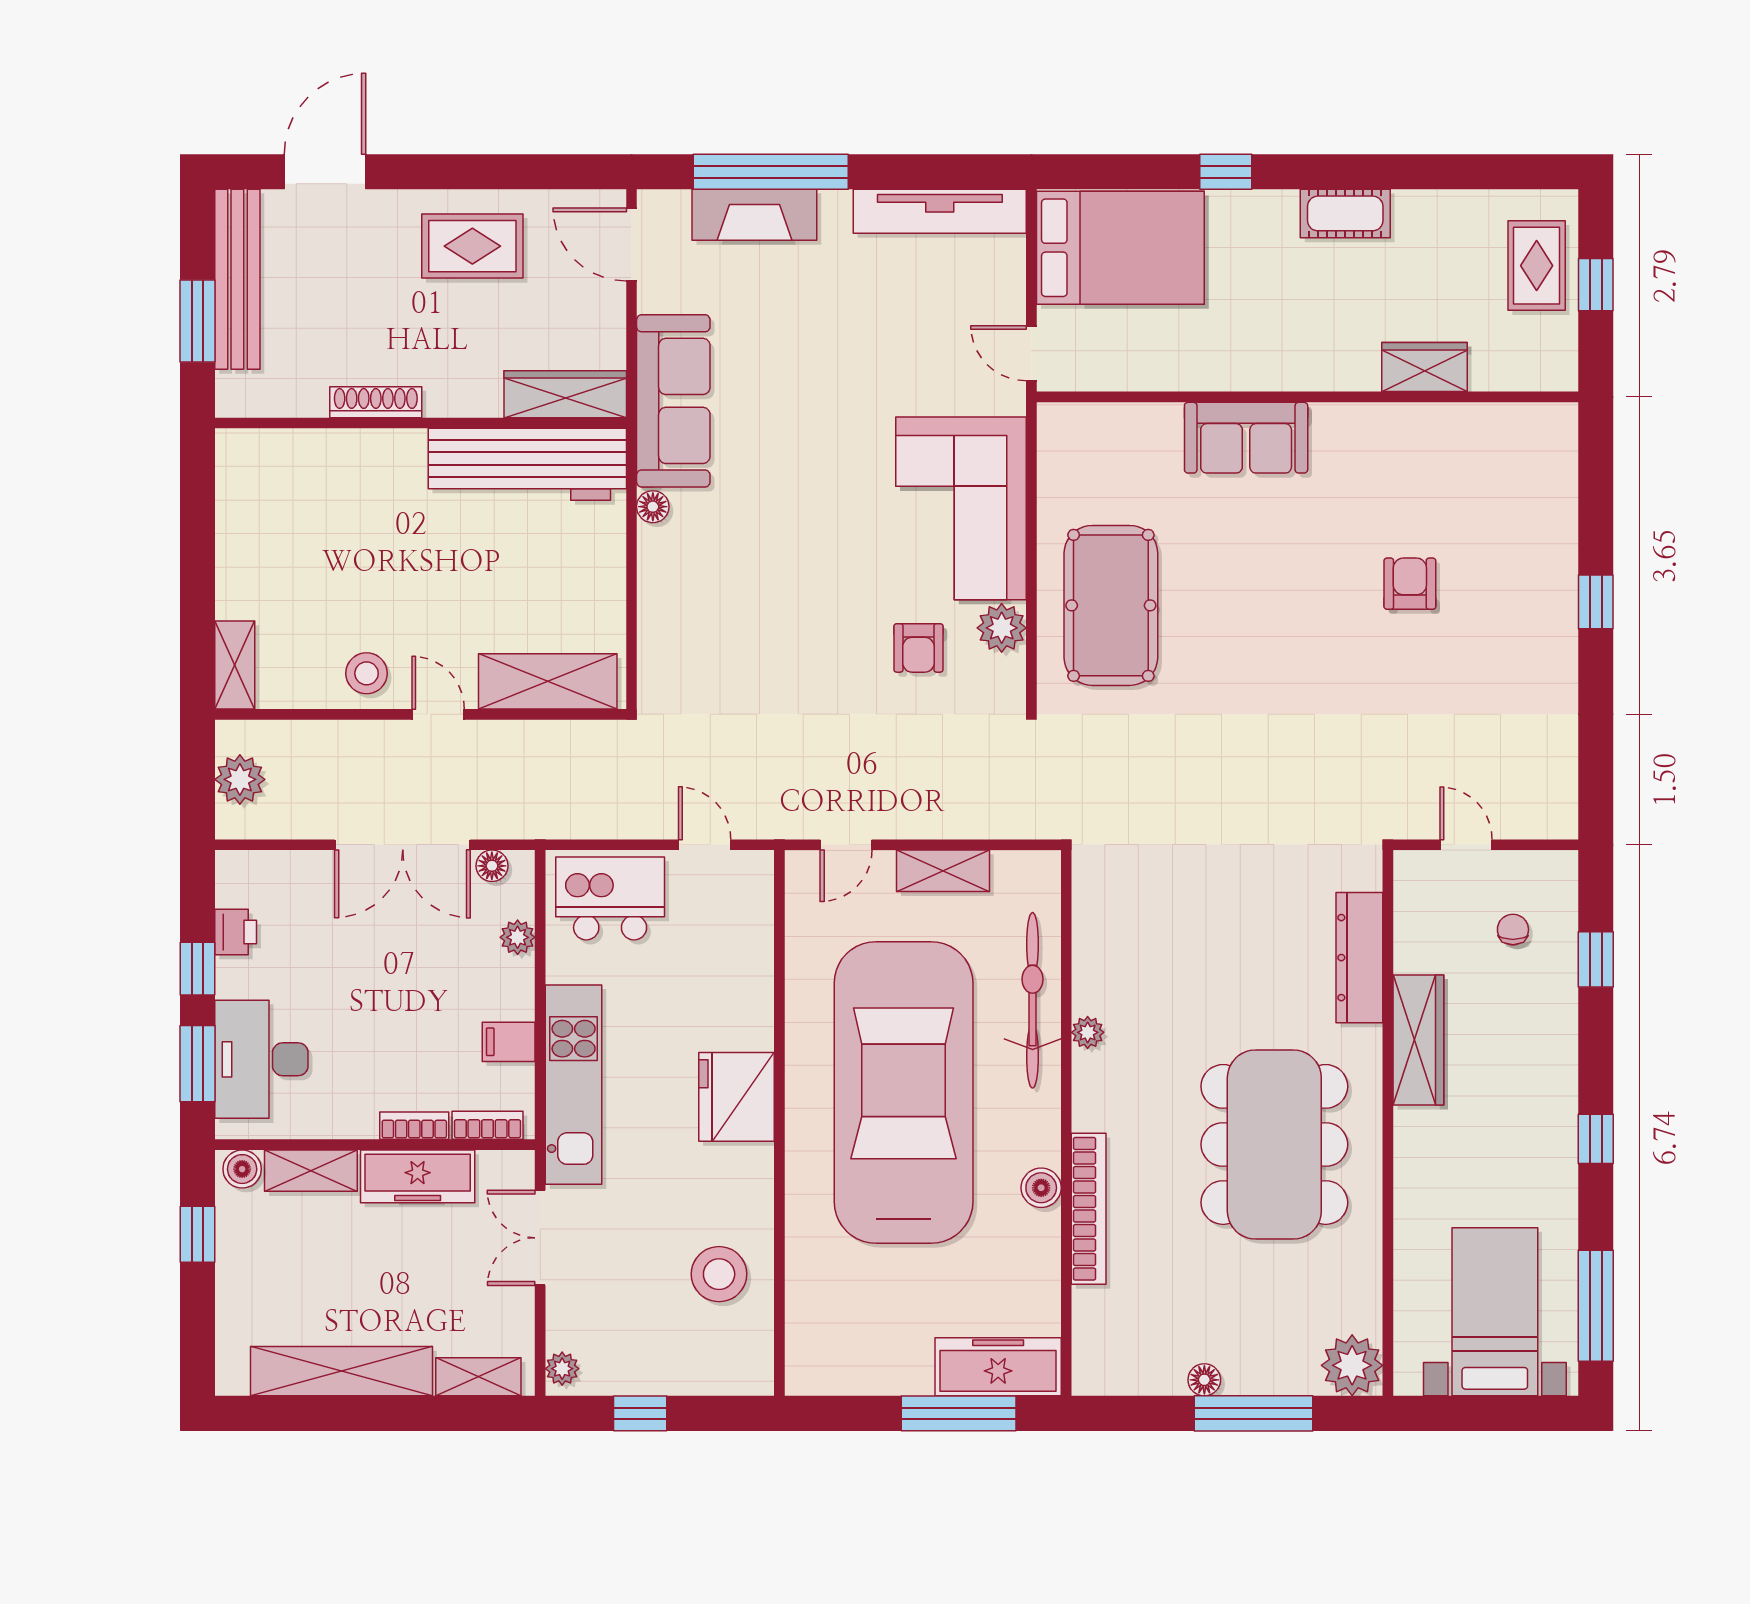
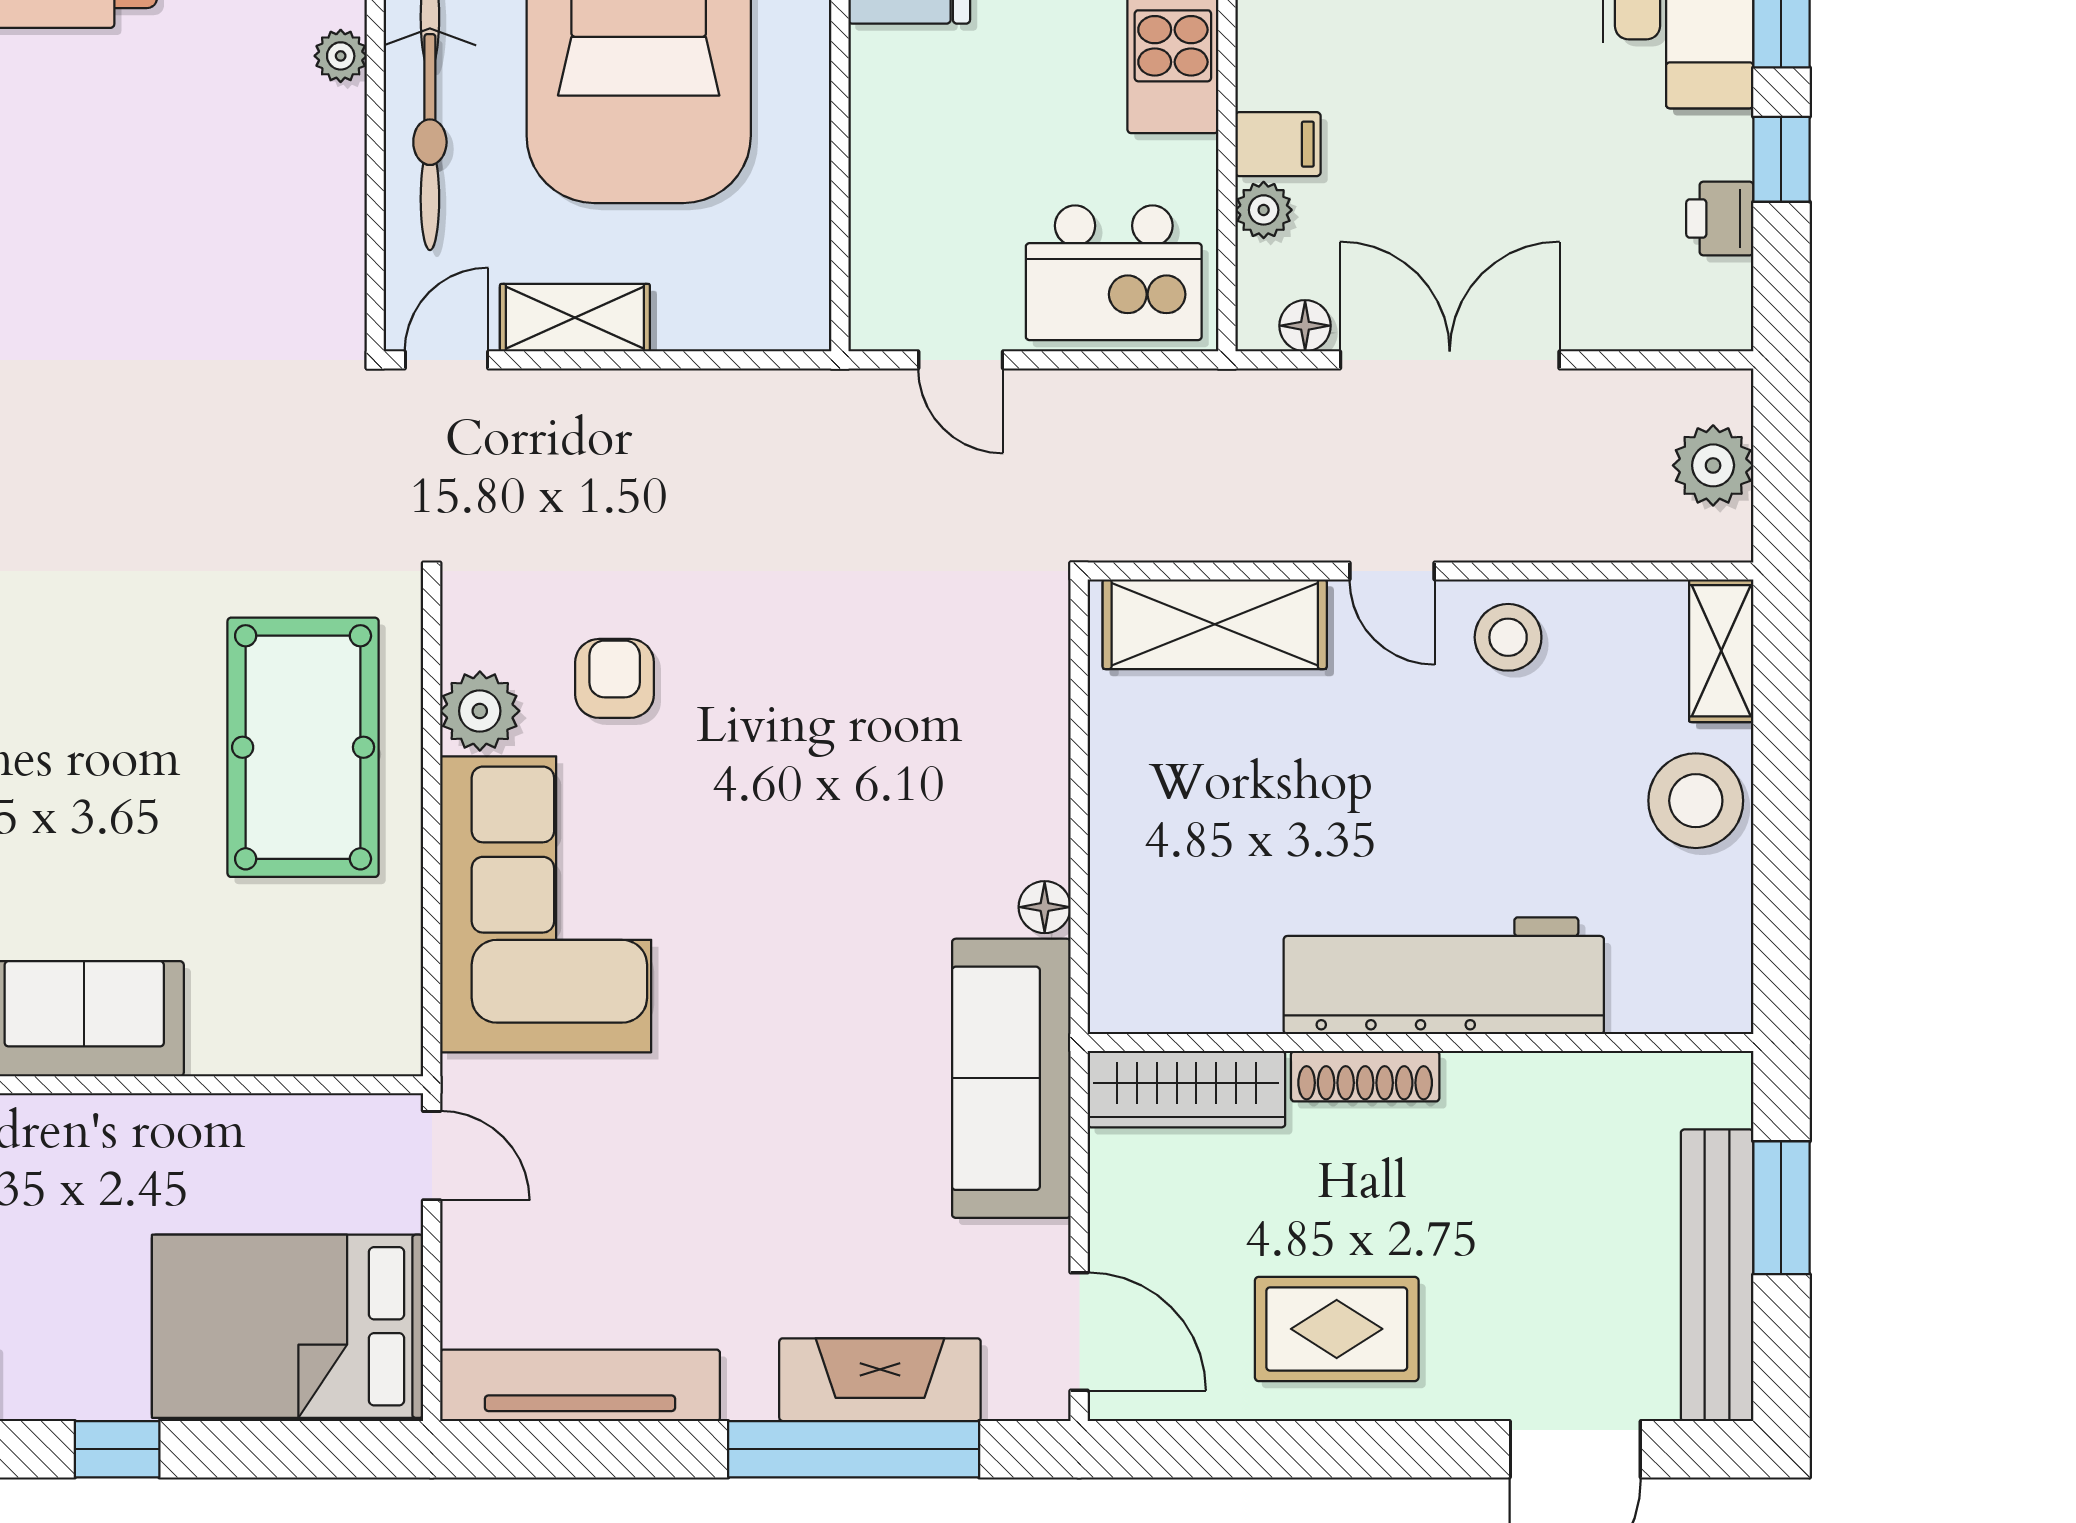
shoe rack: (376, 402) -> (1365, 1076), moved
workbench: (527, 464) -> (1444, 976), moved
stool: (251, 572) -> (1696, 801), added
door: (846, 845) -> (447, 360), moved
filing cabinet: (509, 1042) -> (1278, 144), moved

